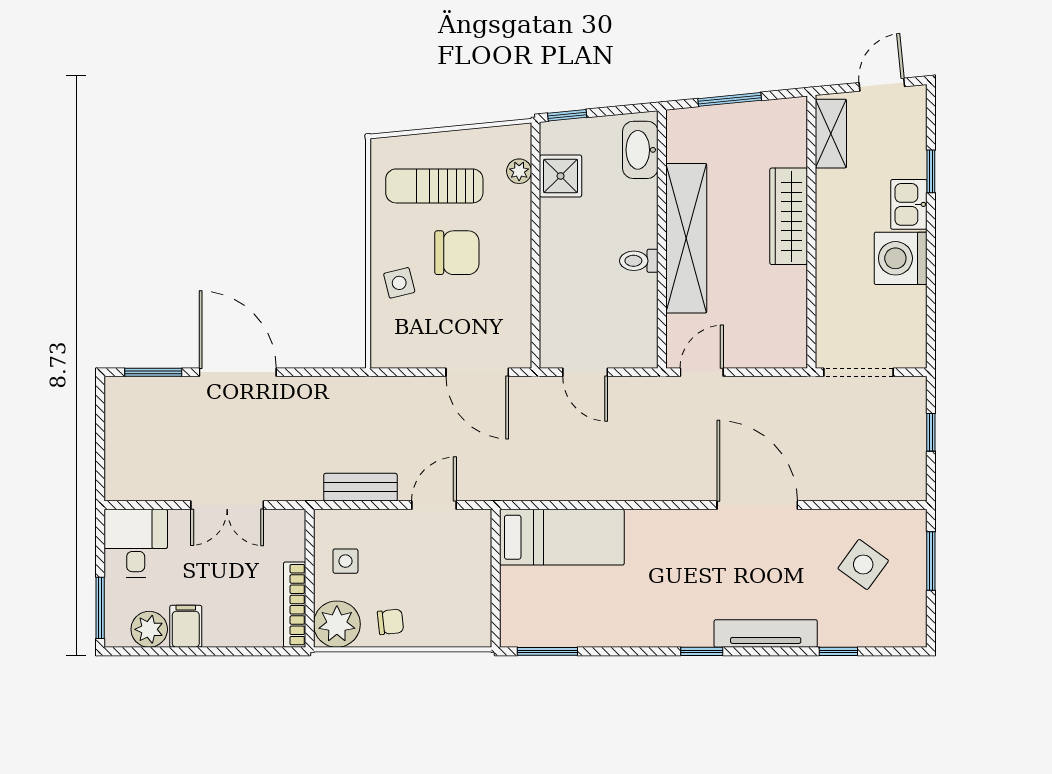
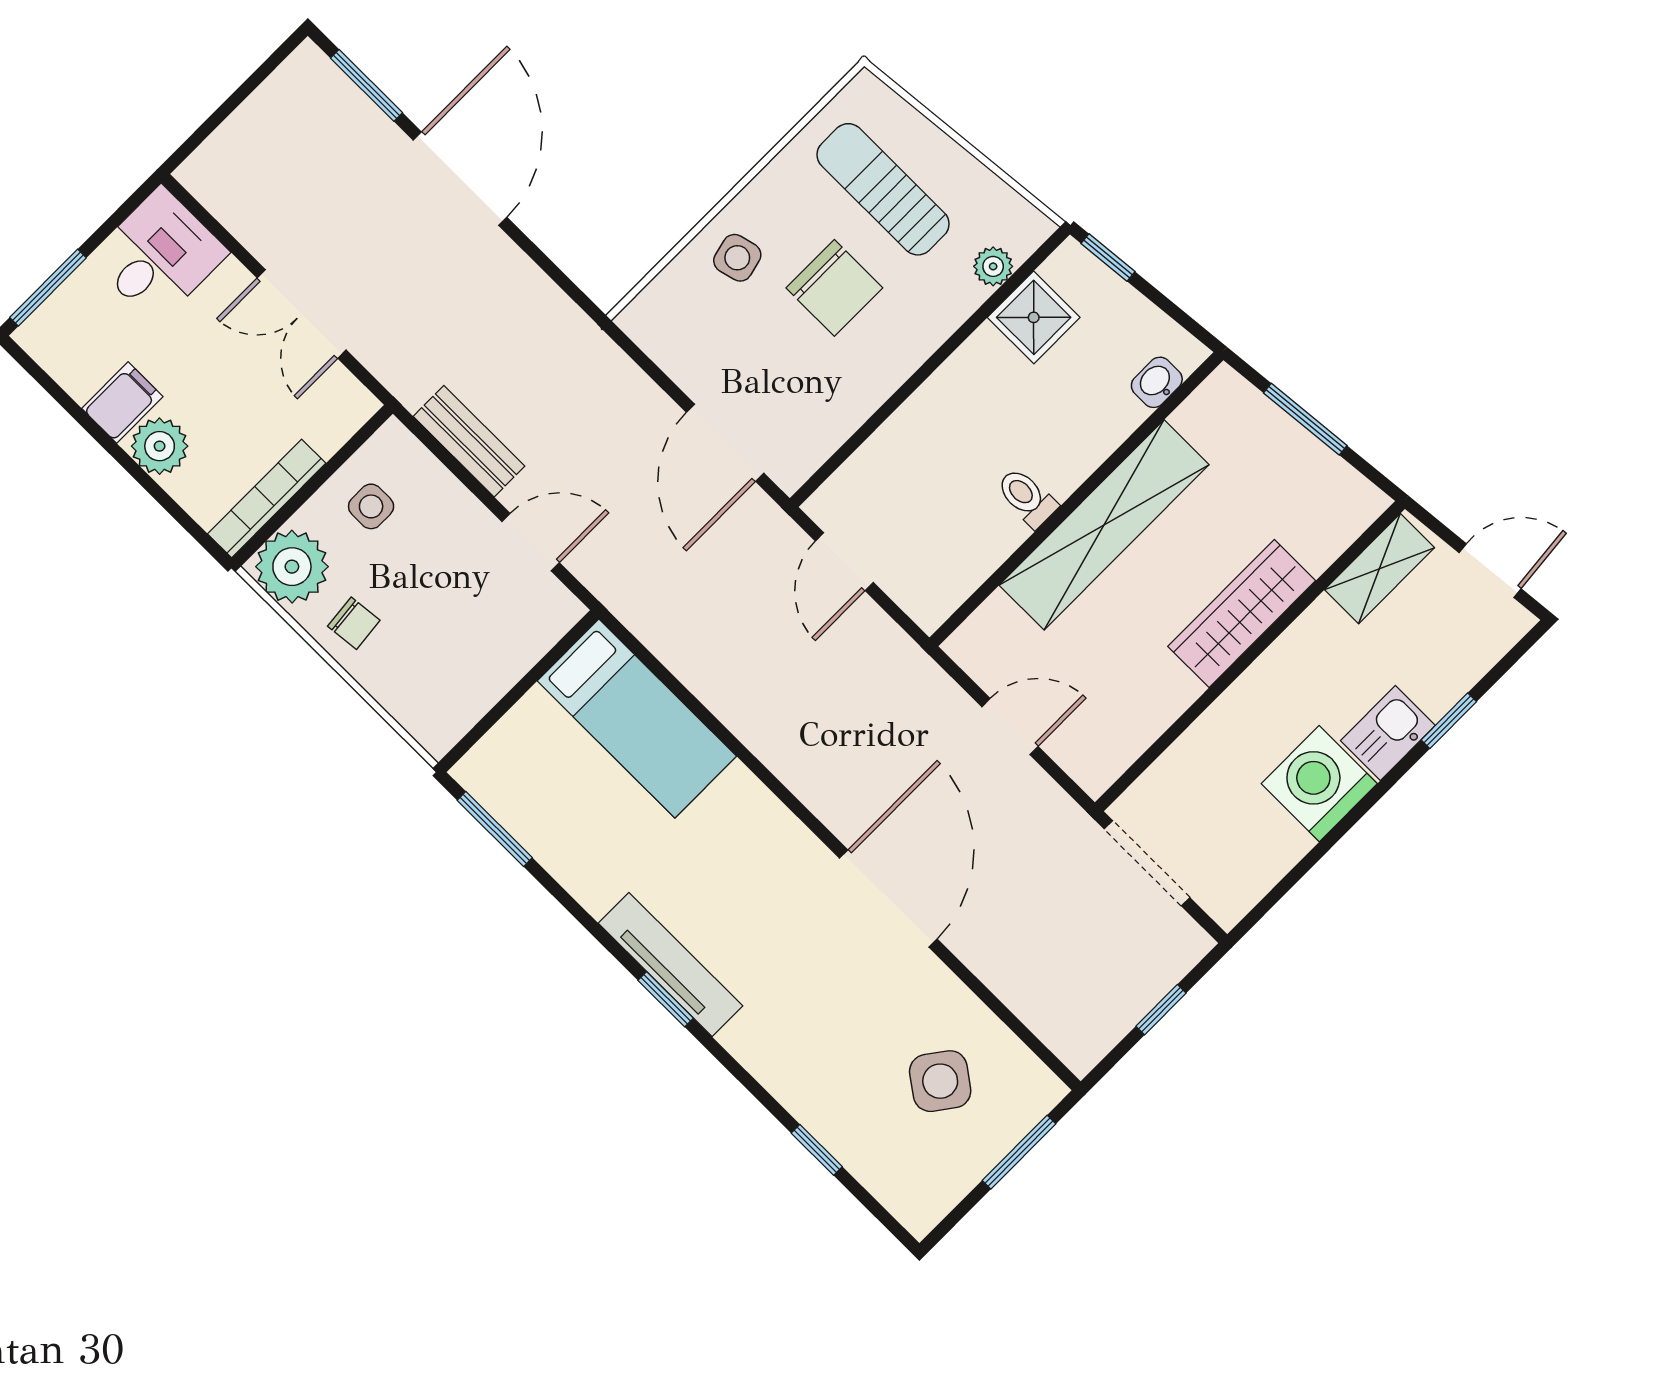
washbasin: (640, 150) -> (1157, 382), width x0.52, depth x0.69
door: (702, 372) -> (1010, 727), moved
plant: (149, 629) -> (160, 446), moved
tv unit: (766, 633) -> (671, 965), moved

